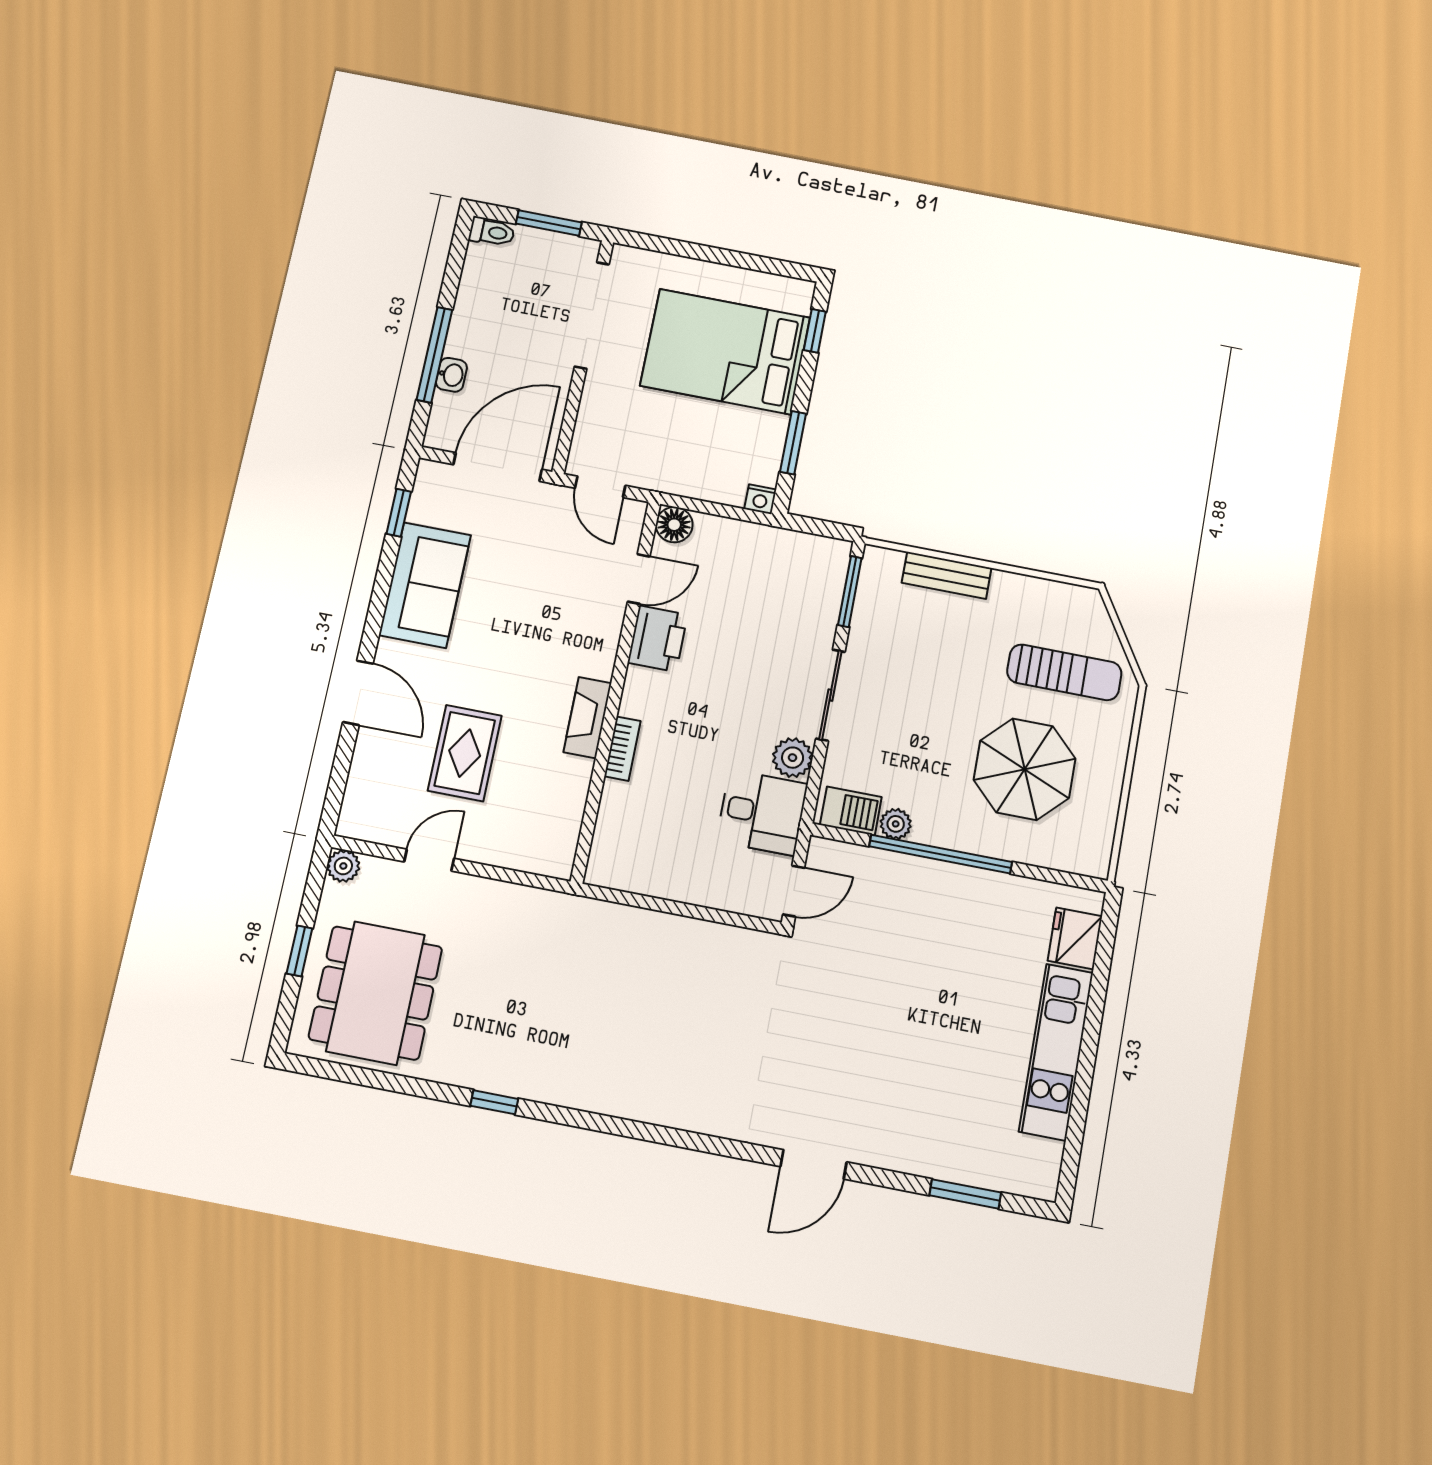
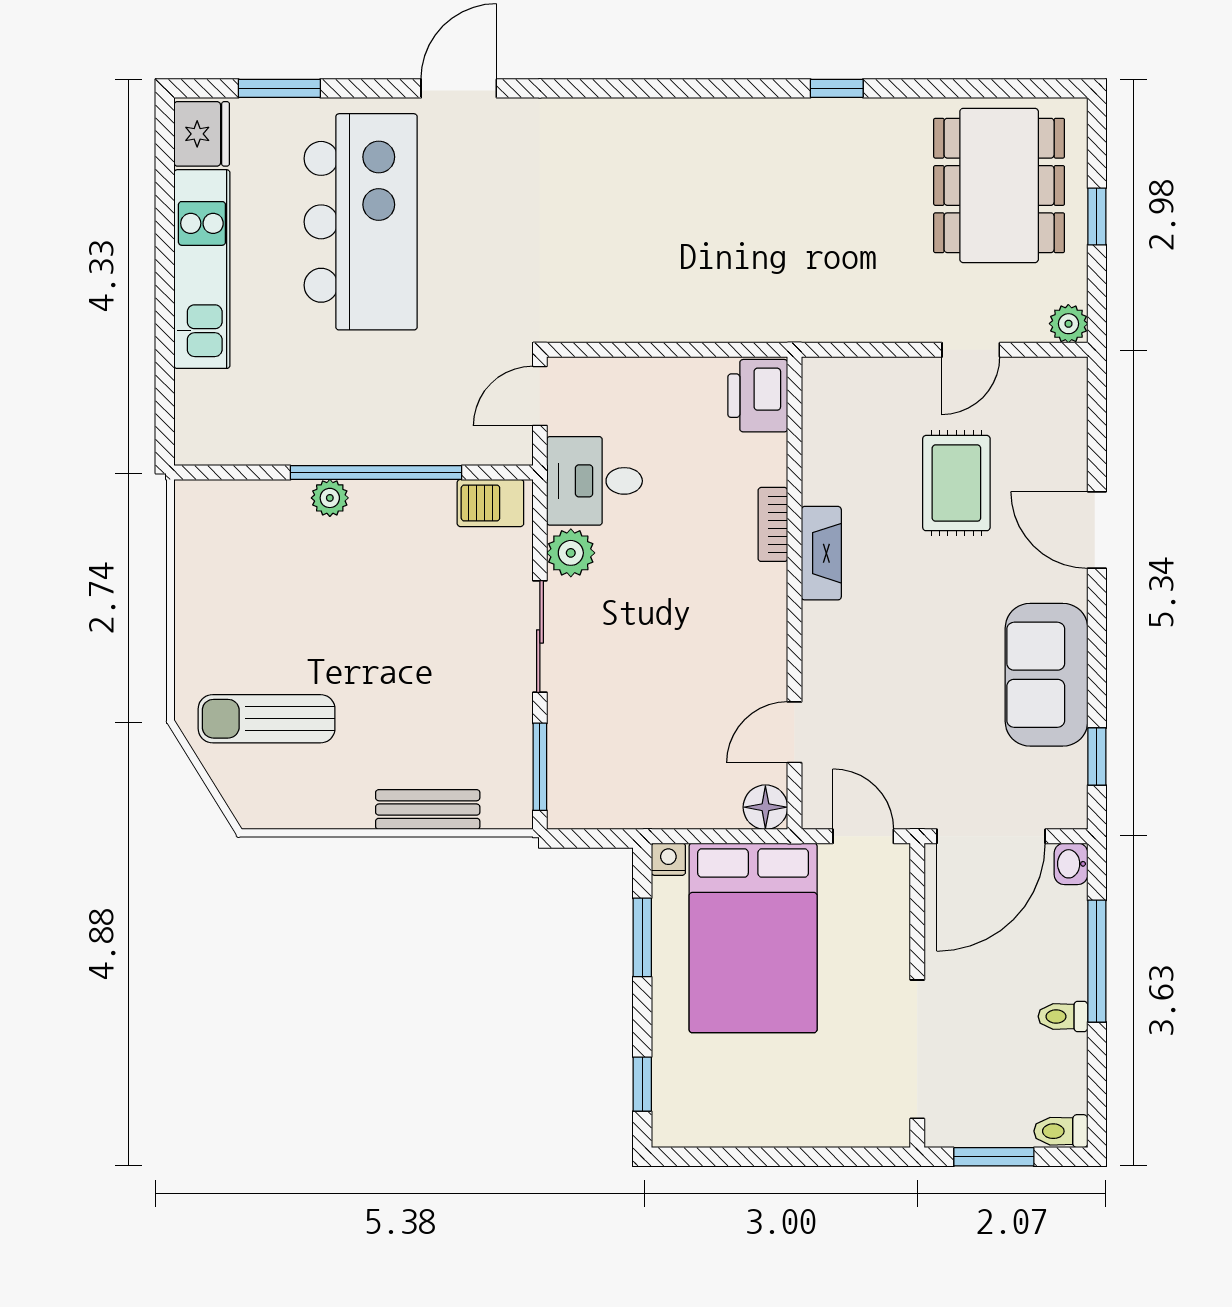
toilet: (471, 318) -> (1063, 1016), added
bed: (725, 352) -> (753, 938), moved, turned 90
washbasin: (451, 375) -> (1071, 864), moved
printer: (658, 639) -> (758, 396), moved
parasol: (1025, 769) -> (294, 593), removed
plant: (896, 824) -> (330, 498), moved
fridge: (1075, 938) -> (202, 134), moved
kitchen island: (917, 1066) -> (361, 222), added

